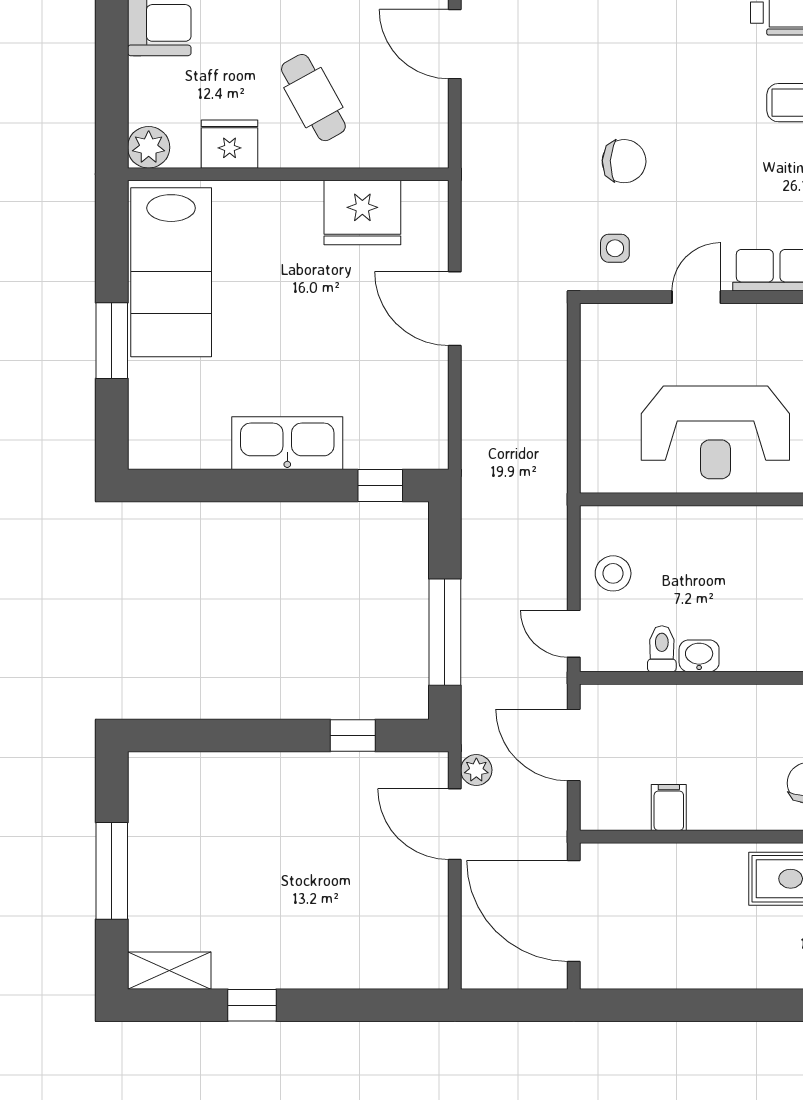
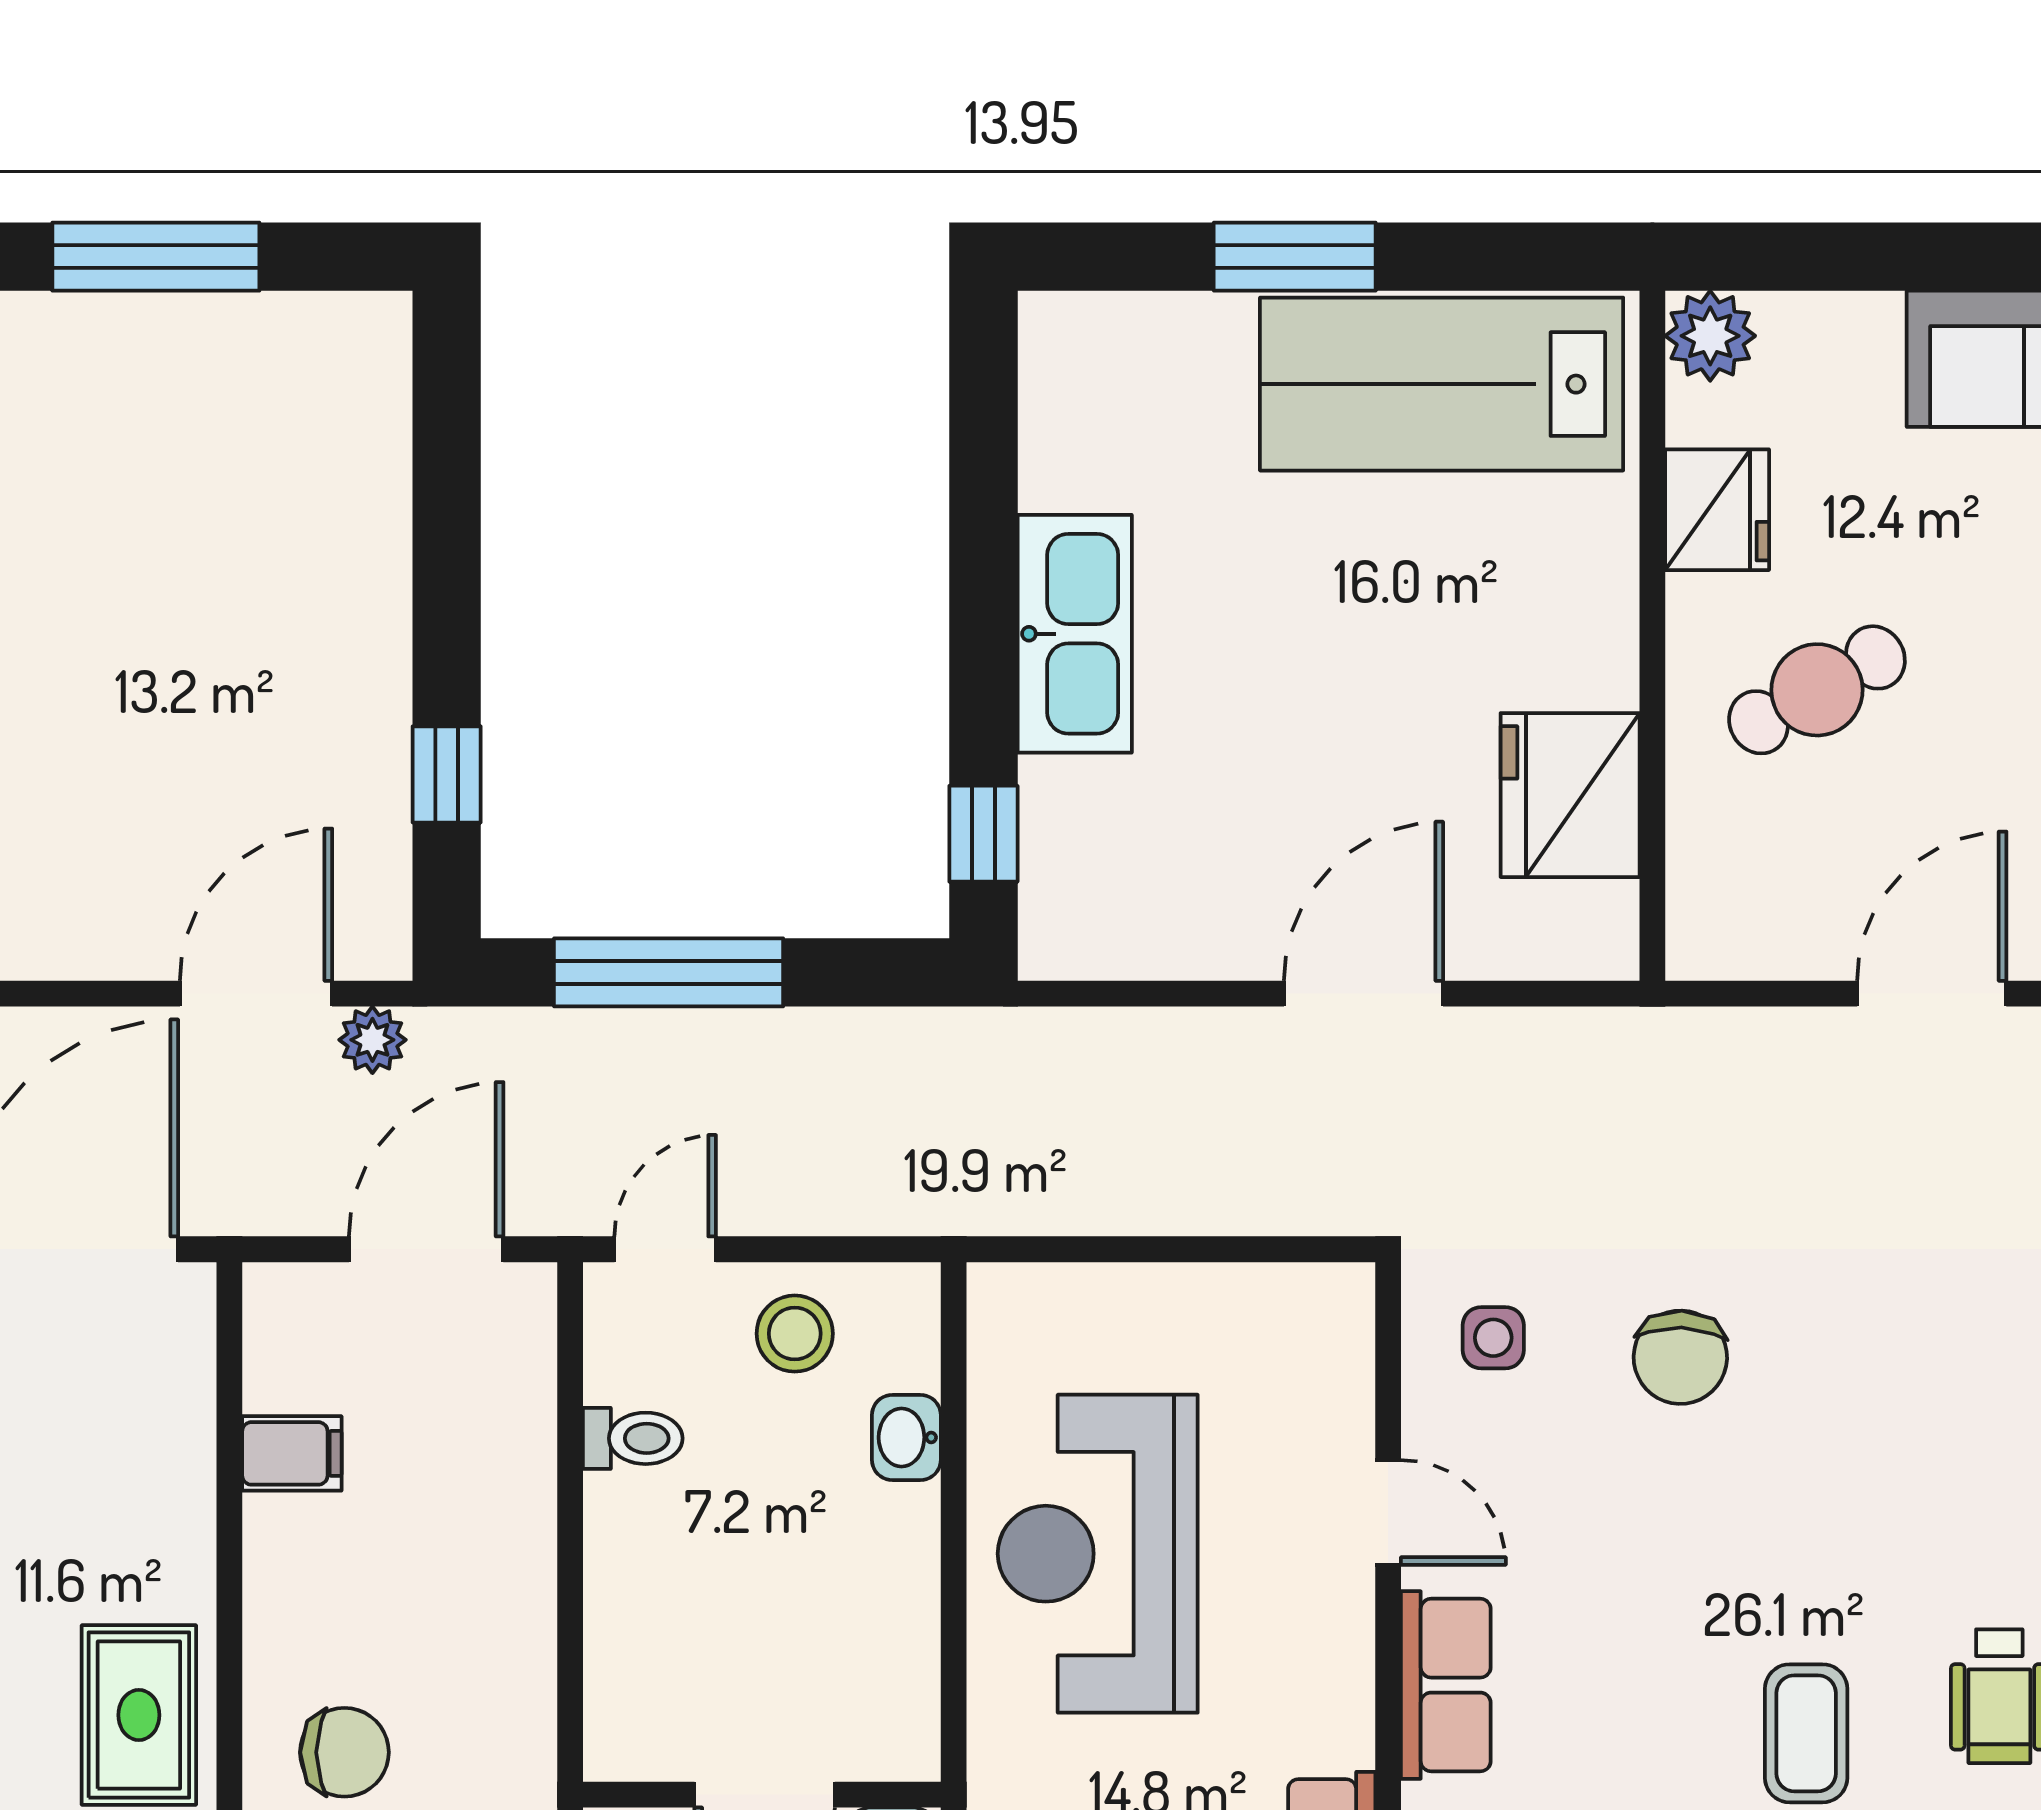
washbasin: (699, 656) -> (906, 1437), moved, turned 180

